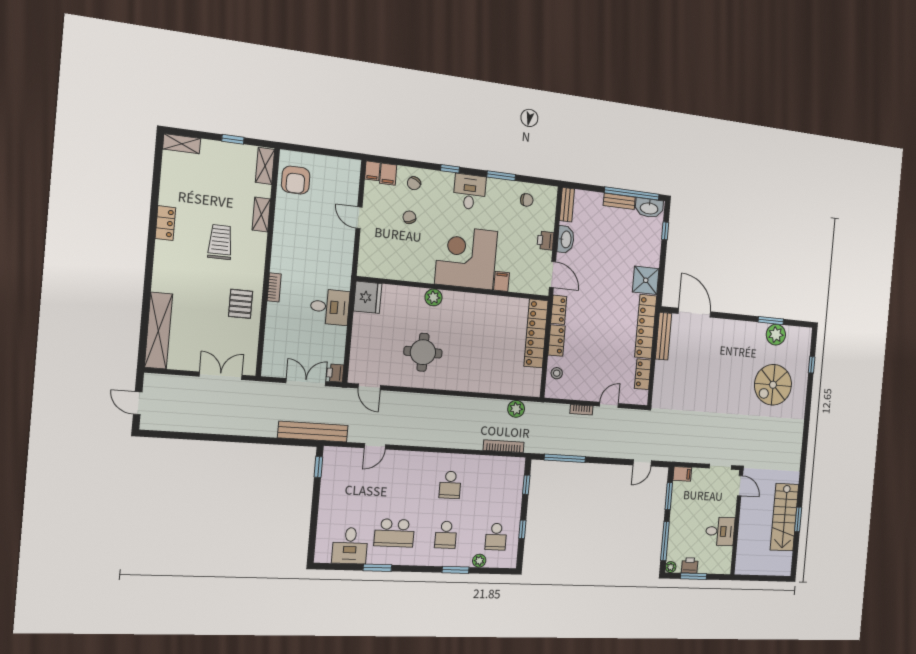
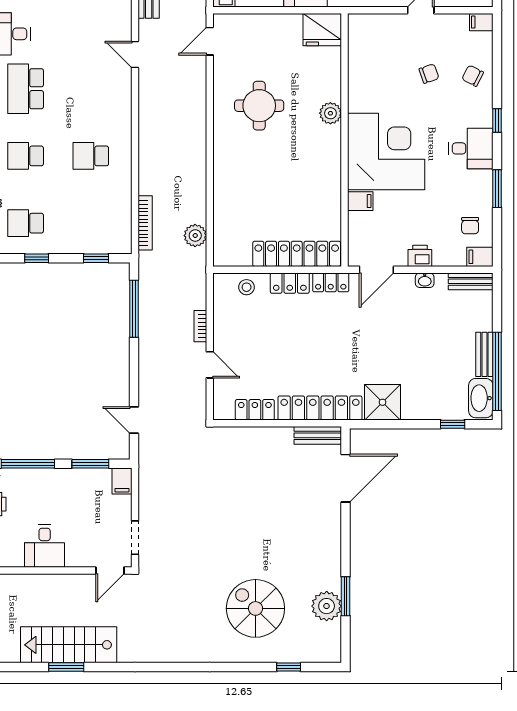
filing cabinet: (388, 174) -> (480, 257), moved
washbasin: (566, 239) -> (425, 280), width x0.52, depth x0.69
bench: (664, 336) -> (318, 435), width x0.73

